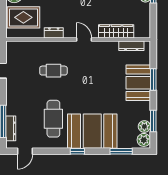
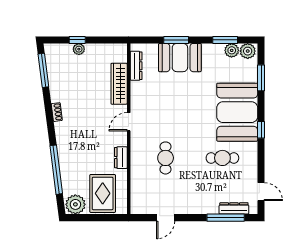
cafe table: (53, 119) -> (222, 158), width x0.73, depth x0.74

